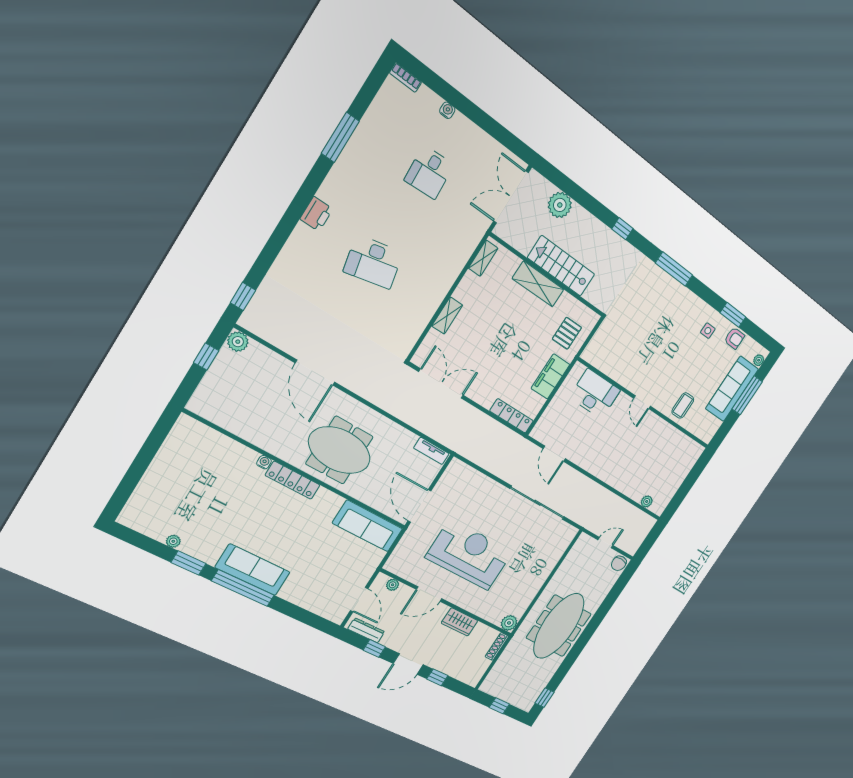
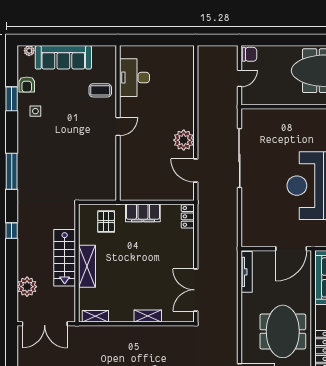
pallet: (567, 333) -> (106, 222), turned 90
armchair: (734, 338) -> (27, 85), turned 180
desk: (595, 394) -> (134, 78), moved
window: (747, 395) -> (60, 40), removed
locker: (512, 416) -> (188, 216), width x0.66
tv unit: (431, 451) -> (247, 272), width x1.41
door: (554, 454) -> (196, 171), swing flipped
plant: (647, 501) -> (184, 140), moved, width x1.88, depth x1.88
door: (605, 543) -> (239, 78), swing flipped

